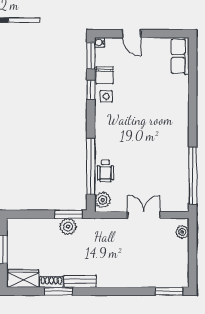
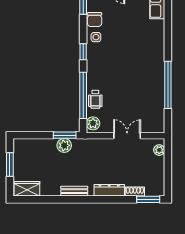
window: (91, 90) -> (83, 52), moved
window: (193, 176) -> (168, 85), moved
dresser: (122, 280) -> (109, 190), added
shoe rack: (51, 282) -> (135, 192), moved
window: (58, 291) -> (56, 199), removed

